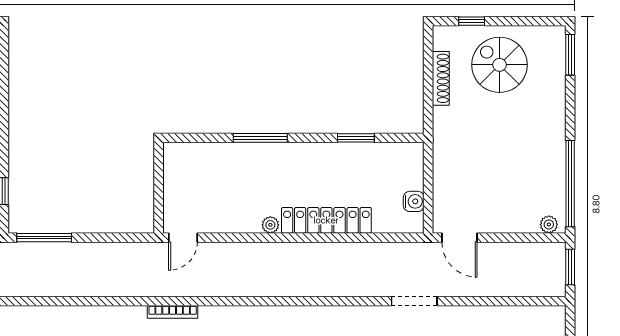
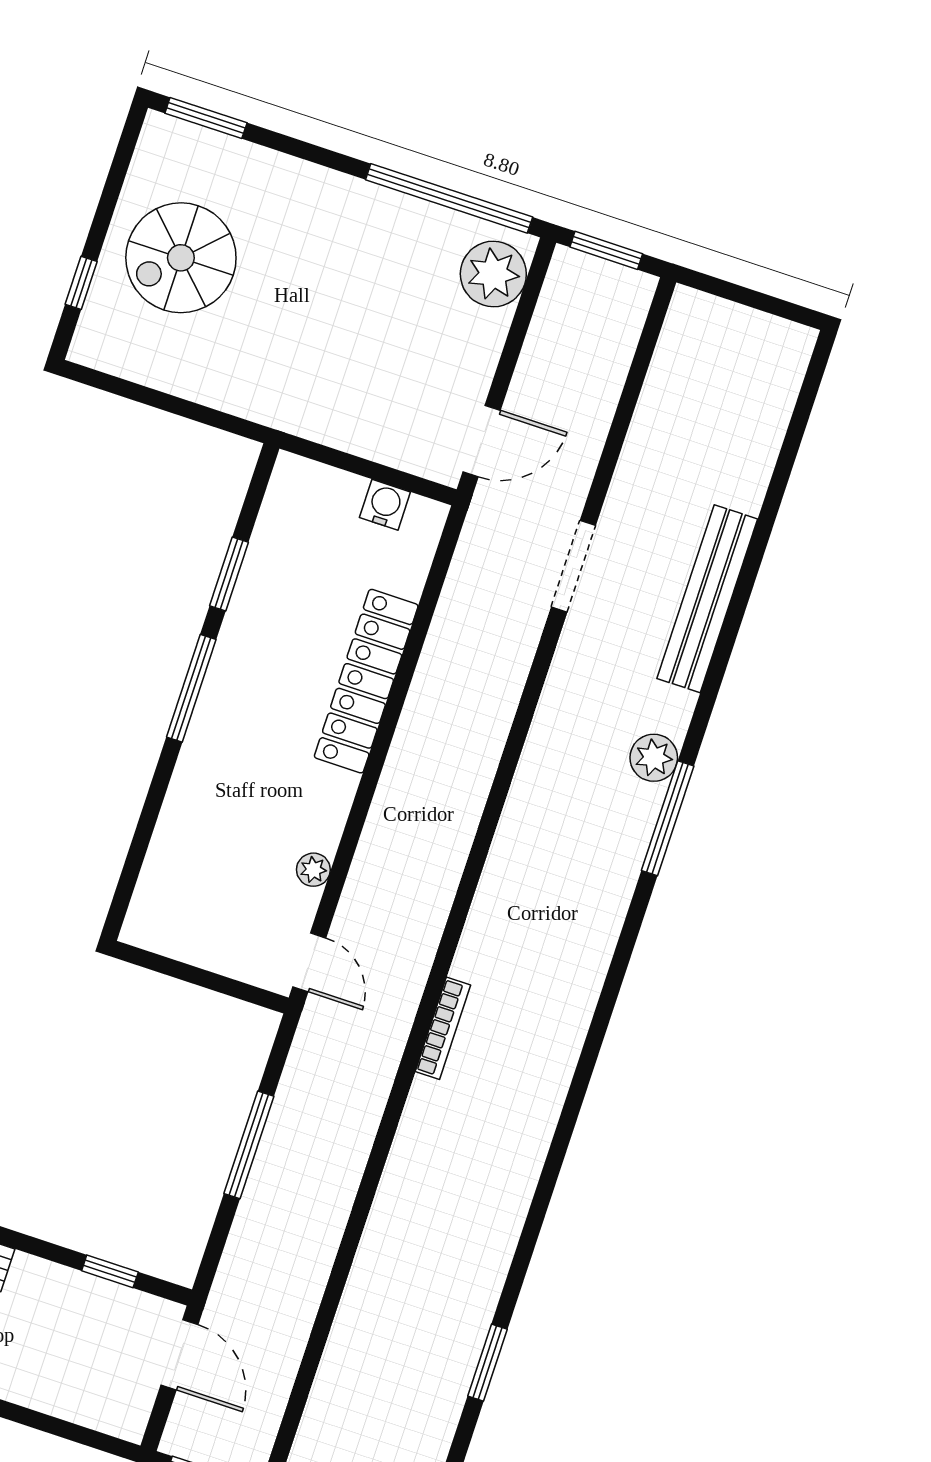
shoe rack: (441, 78) -> (170, 377), removed
window: (260, 138) -> (191, 688), moved
plant: (549, 224) -> (493, 274), width x1.88, depth x1.88
plant: (270, 225) -> (313, 870), moved
window: (44, 238) -> (249, 1145), moved

